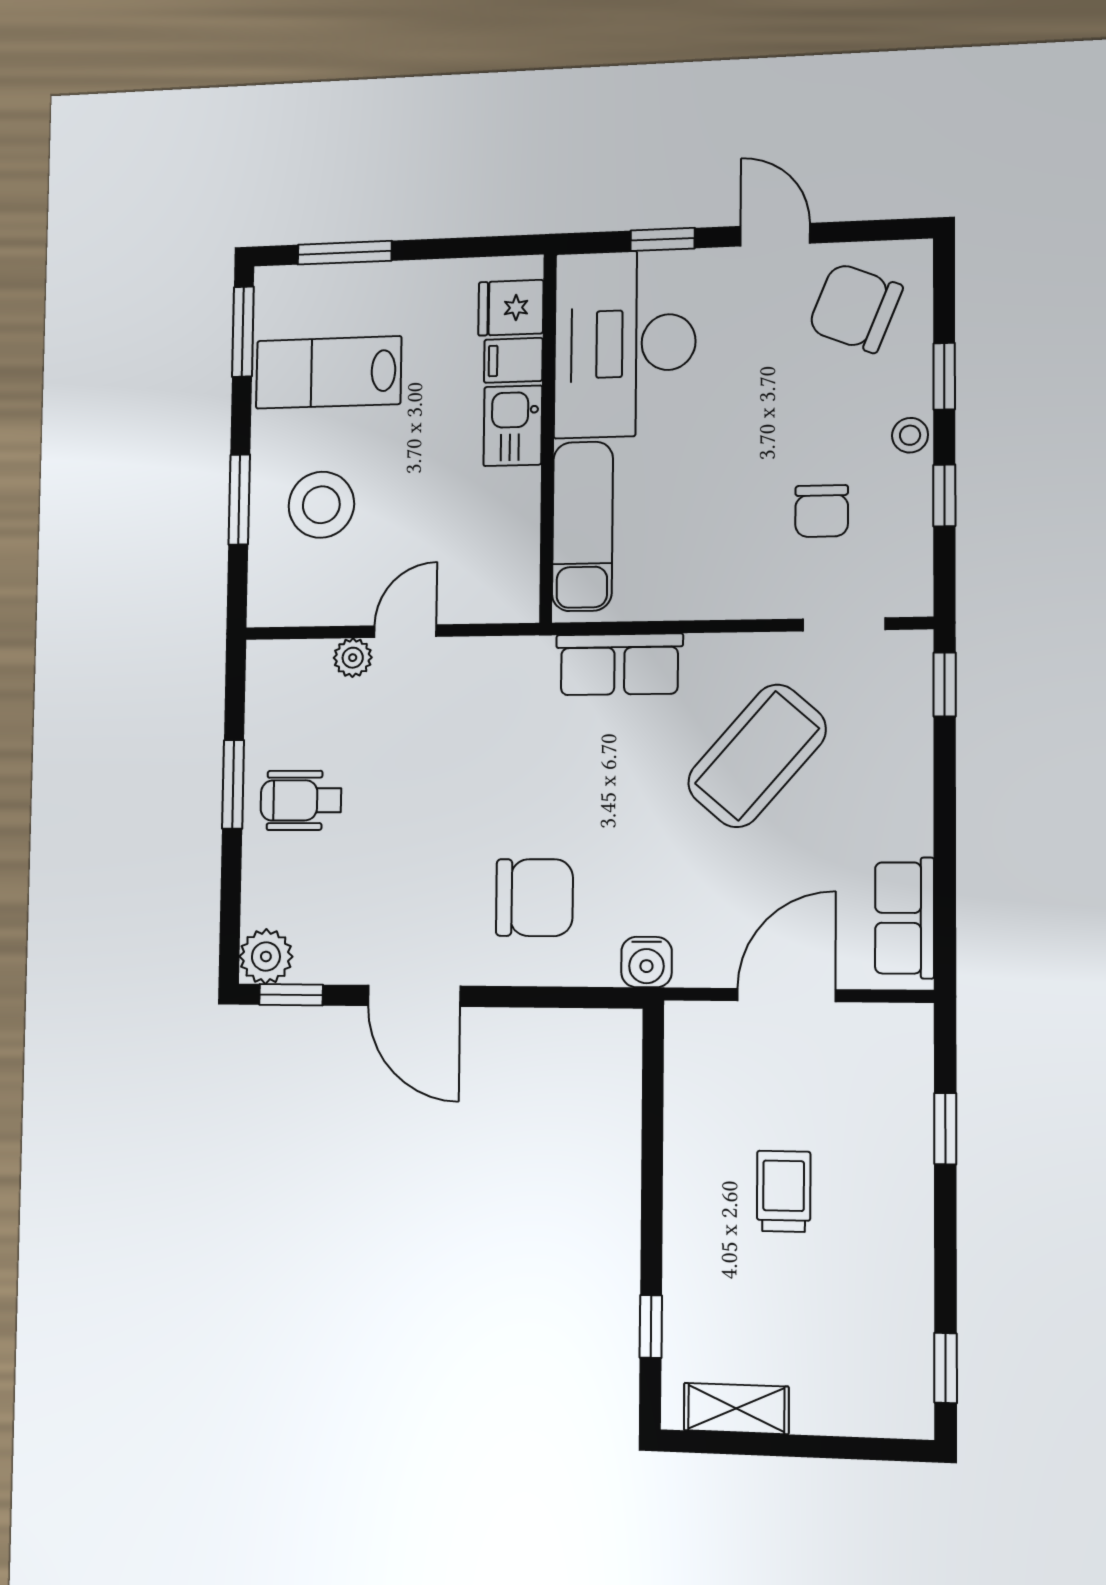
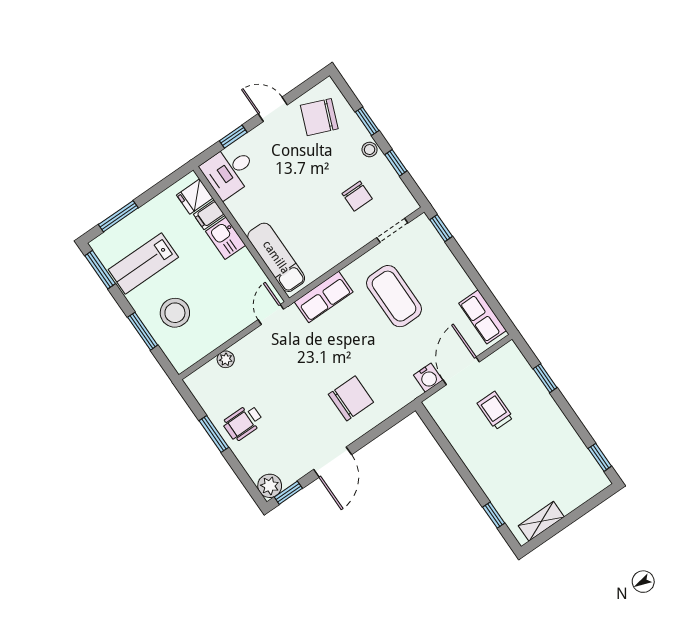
desk: (625, 344) -> (229, 171), width x0.53, depth x0.77
door: (405, 631) -> (271, 314), moved
coffee table: (757, 756) -> (394, 296), turned -41
water cooler: (647, 962) -> (428, 378), moved
door: (414, 996) -> (333, 462), hinge flipped
trolley: (784, 1191) -> (495, 411), moved

